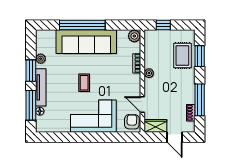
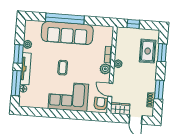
plant: (134, 36) -> (105, 69), moved
window: (200, 100) -> (159, 90), width x0.69

